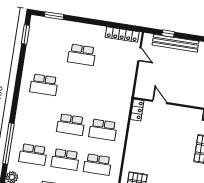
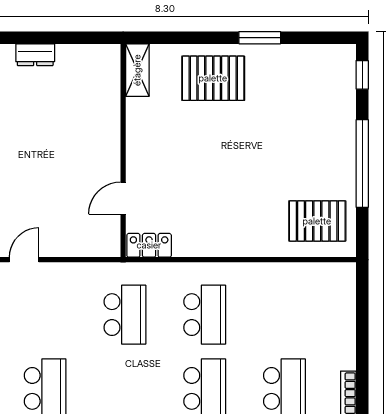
school desk: (98, 165) -> (125, 315), moved

